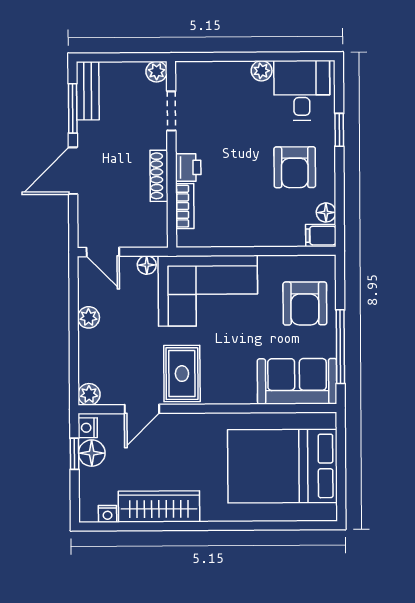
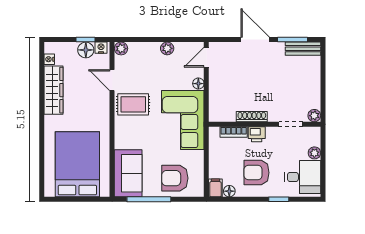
plant: (157, 72) -> (314, 116), moved
doorway: (171, 111) -> (291, 124), moved
wall: (171, 154) -> (265, 124), moved
printer: (188, 167) -> (257, 134), moved
shoe rack: (159, 176) -> (252, 117), moved
bookcase: (185, 206) -> (234, 132), moved

